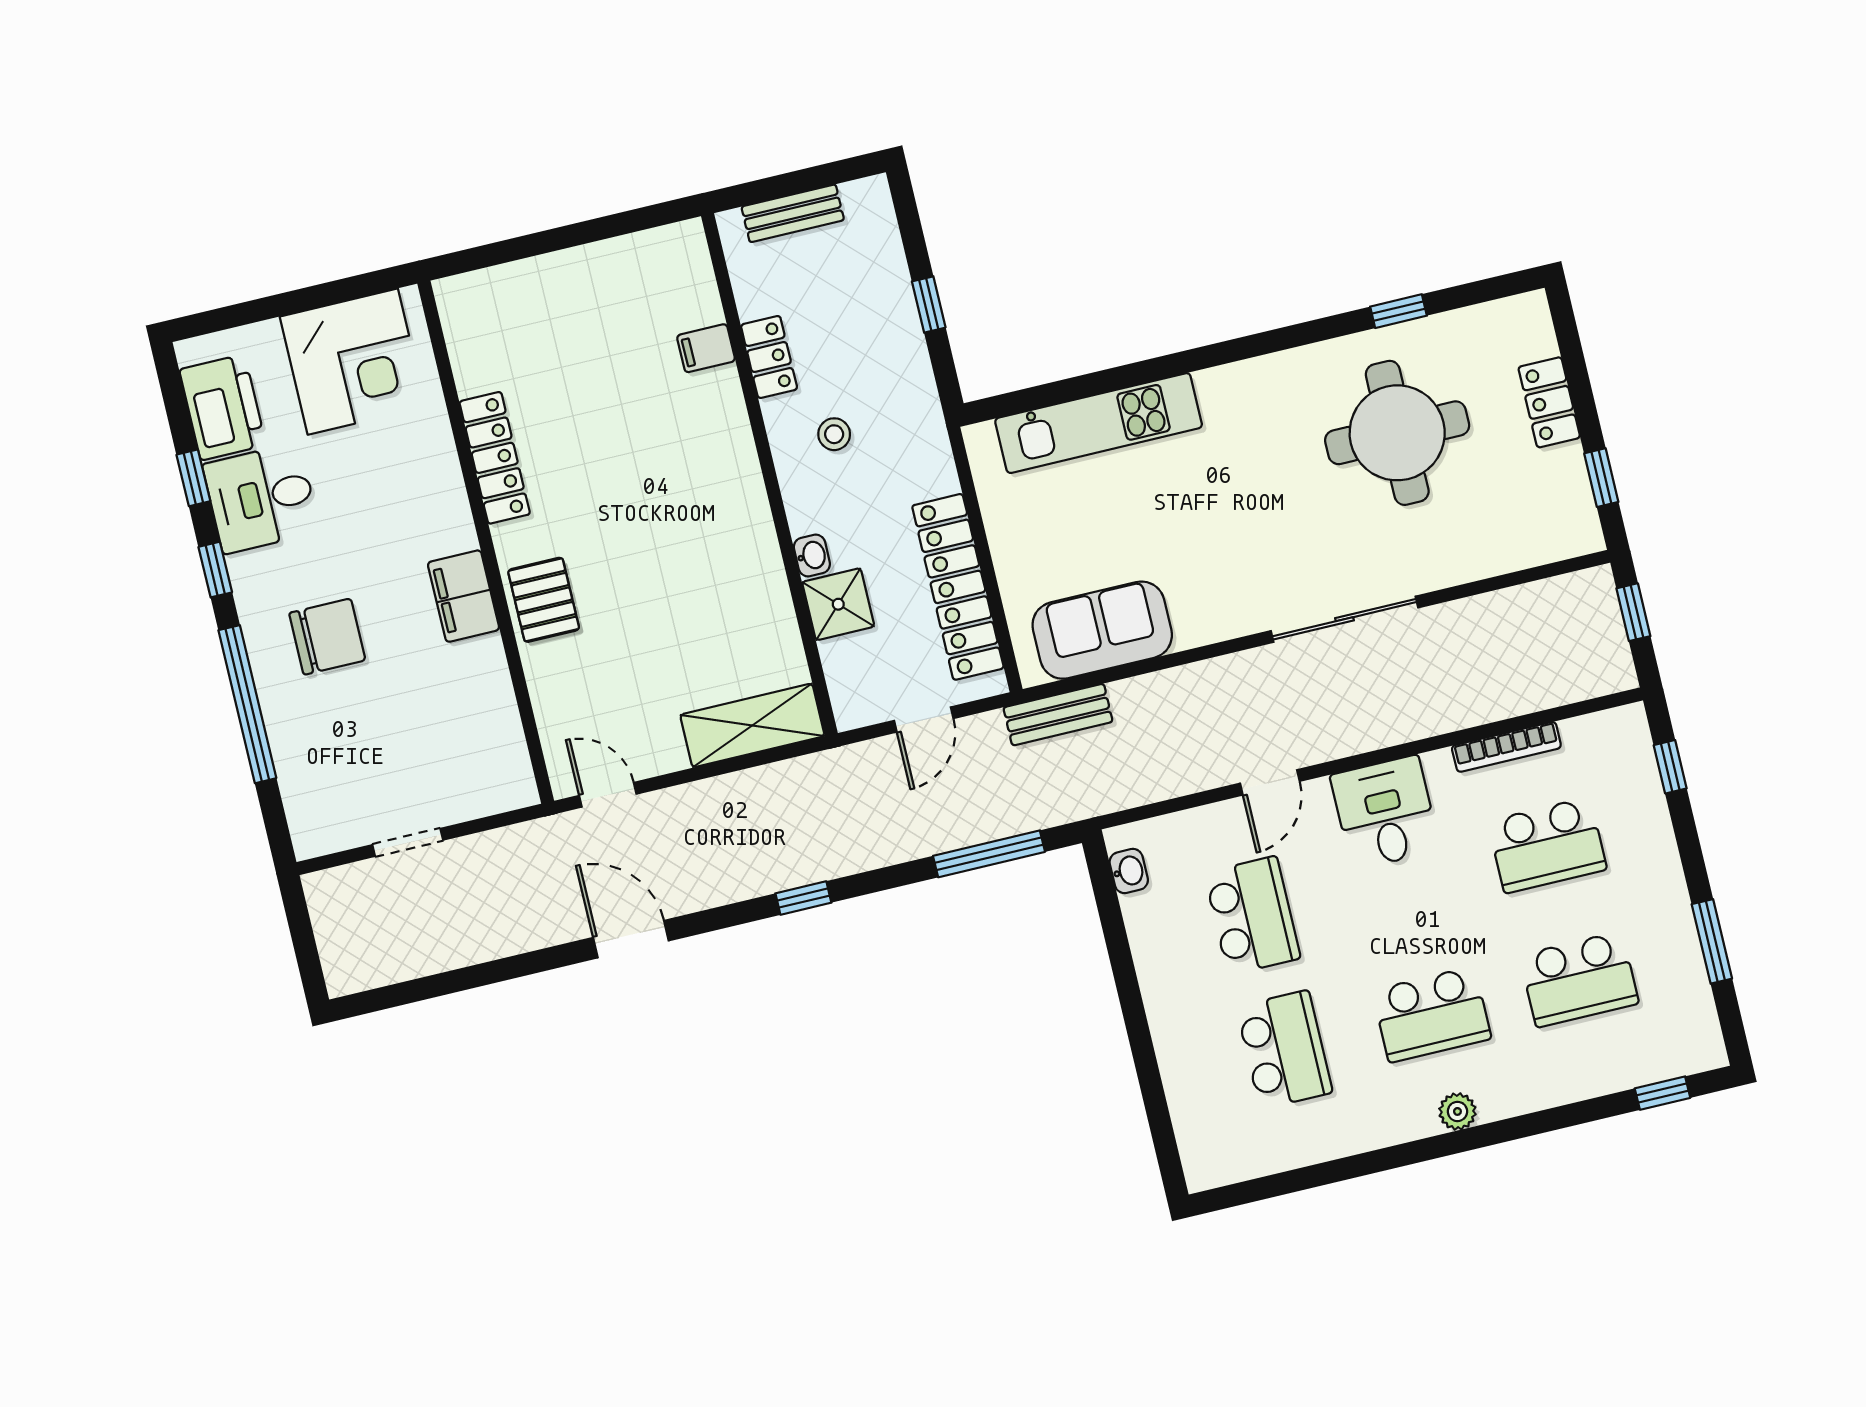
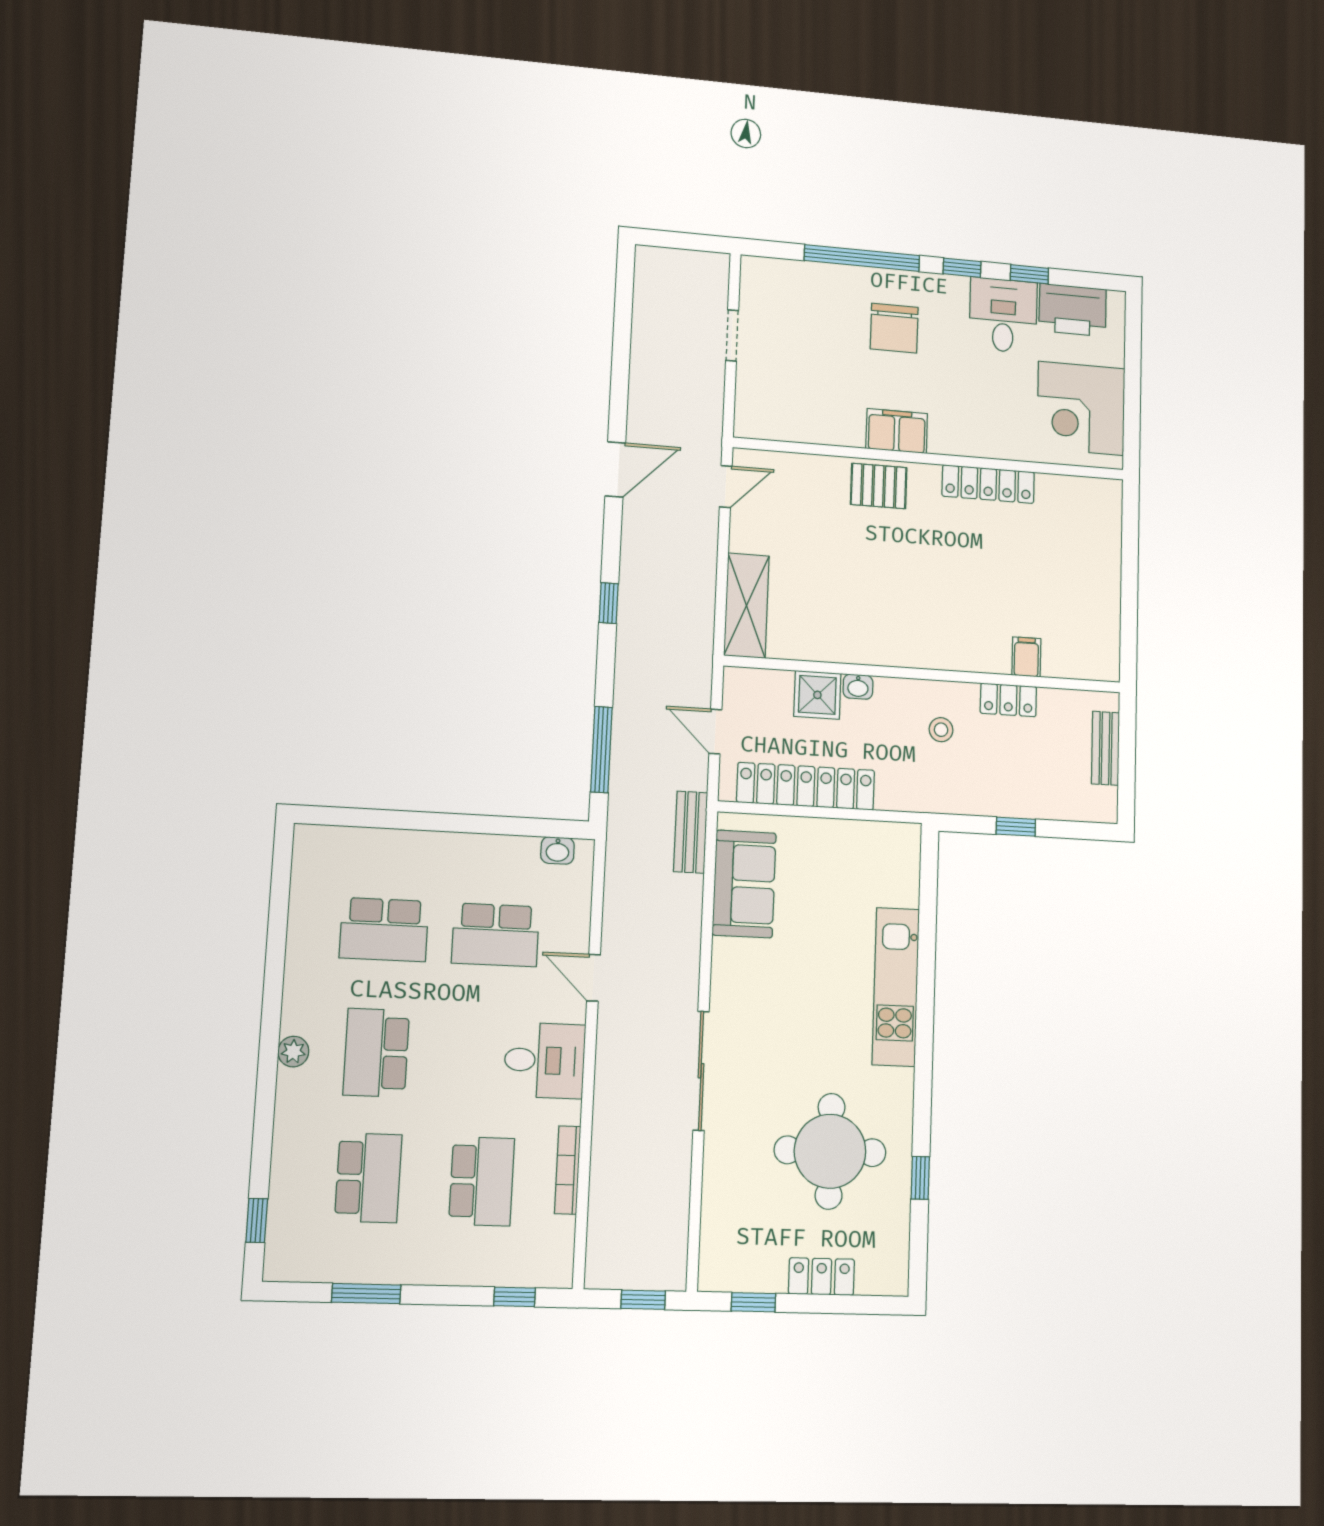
kitchen unit: (1099, 423) -> (896, 987), moved
school desk: (1547, 845) -> (482, 1181), turned 180
school desk: (1579, 979) -> (368, 1178), turned 180

